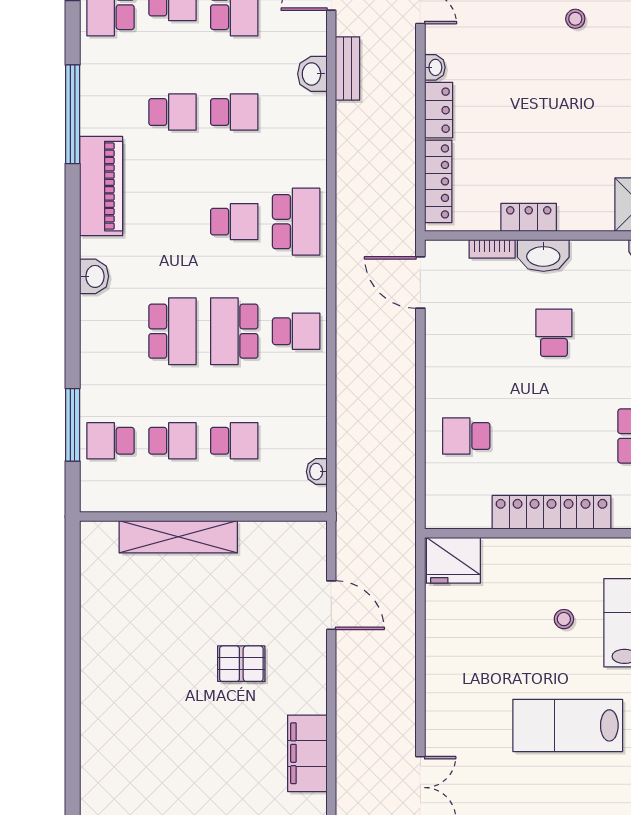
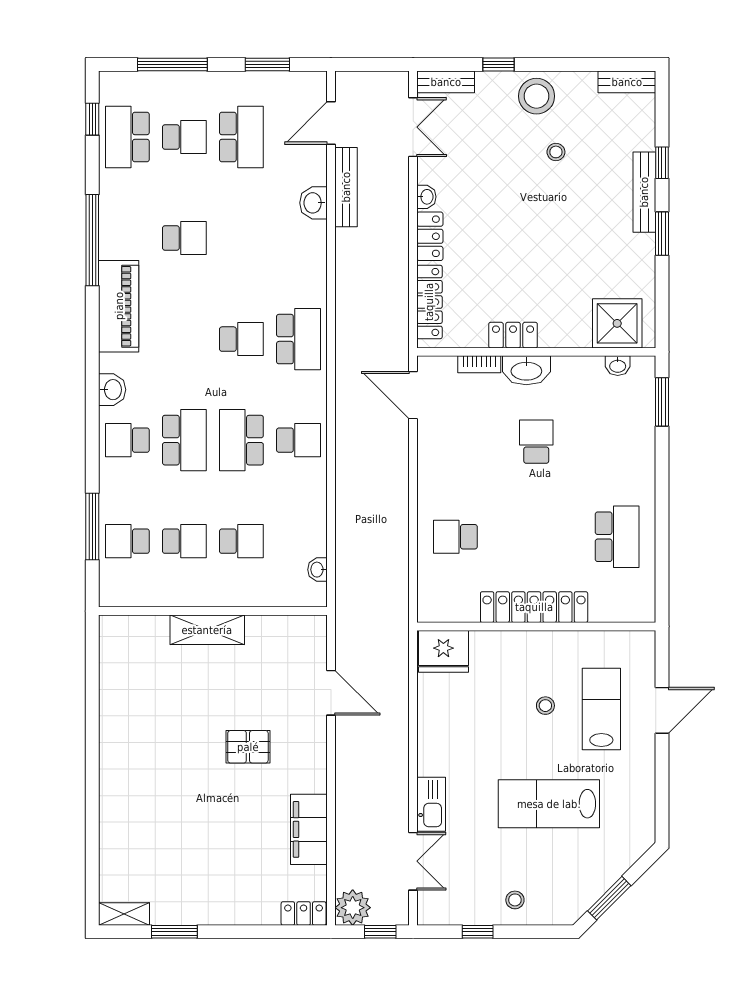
bench: (348, 68) -> (346, 187), width x1.36
school desk: (234, 112) -> (127, 440), moved, turned 180
shelving: (178, 537) -> (207, 630), width x0.68
kitchen sink: (440, 726) -> (431, 804), added

